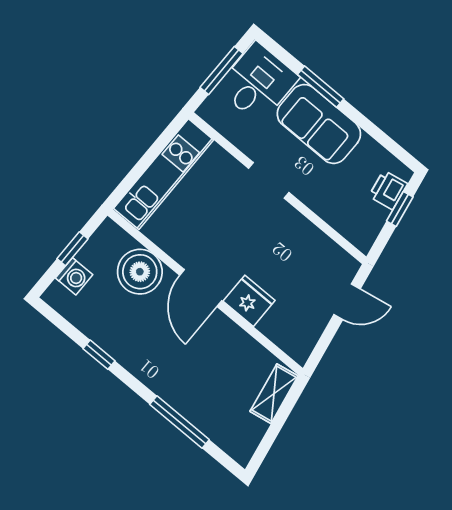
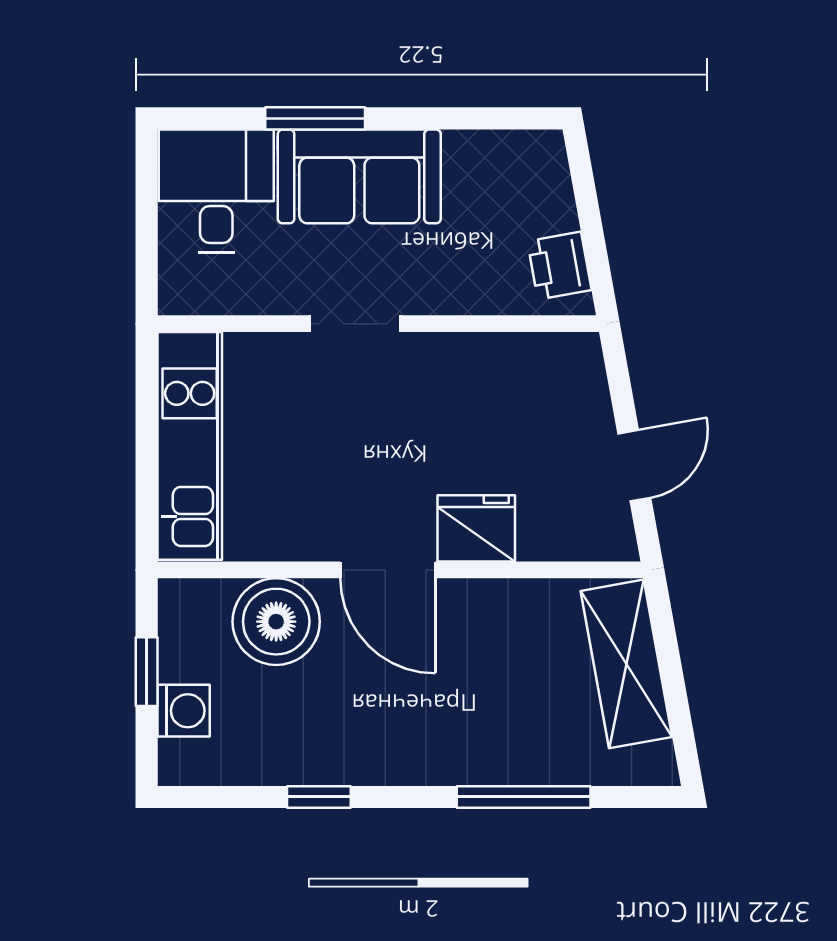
window: (221, 70) -> (147, 218), removed
printer: (388, 190) -> (559, 266), moved
window: (400, 209) -> (587, 202), removed
door: (347, 302) -> (634, 466), moved
shelving: (274, 394) -> (626, 664), width x1.50, depth x1.33

